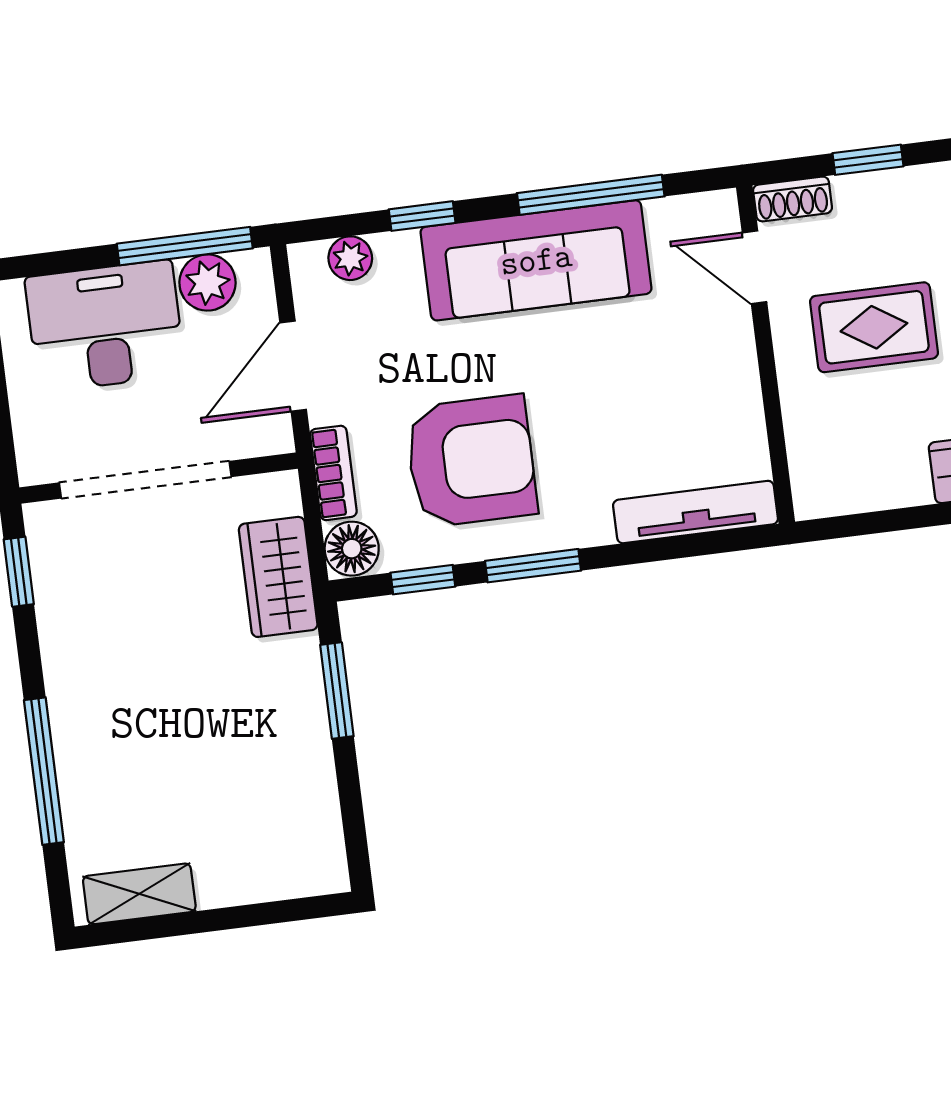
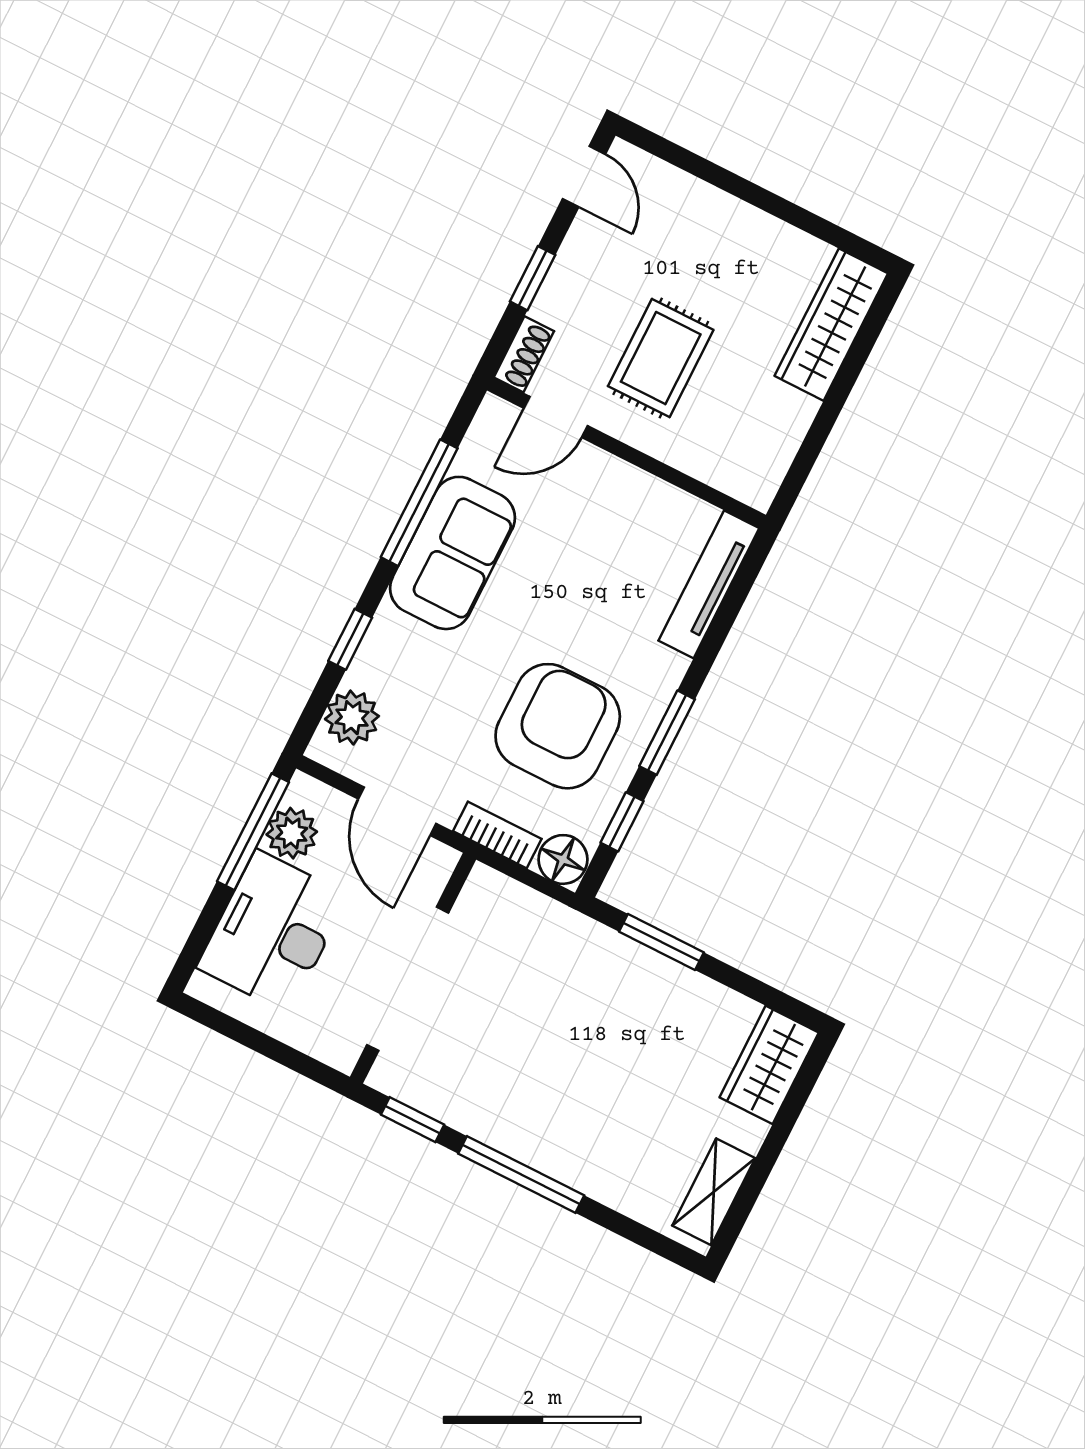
plant: (350, 258) -> (352, 718), width x1.38, depth x1.38
sofa: (536, 260) -> (453, 553), width x0.73
wardrobe: (278, 577) -> (769, 1065), moved, turned 90
window: (44, 771) -> (521, 1174), moved

